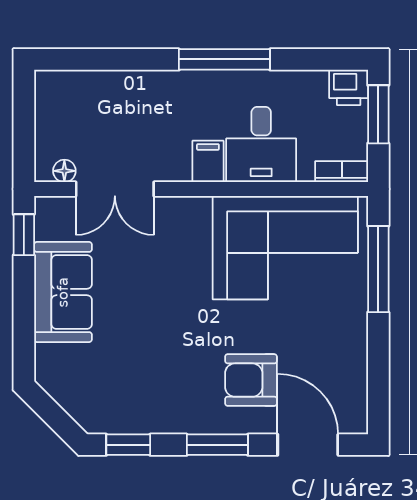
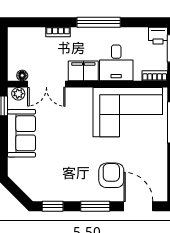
bookcase: (139, 80) -> (58, 32), added
filing cabinet: (208, 161) -> (83, 71), width x2.00
plant: (56, 209) -> (18, 94), added
armchair: (251, 380) -> (111, 175), turned 90

